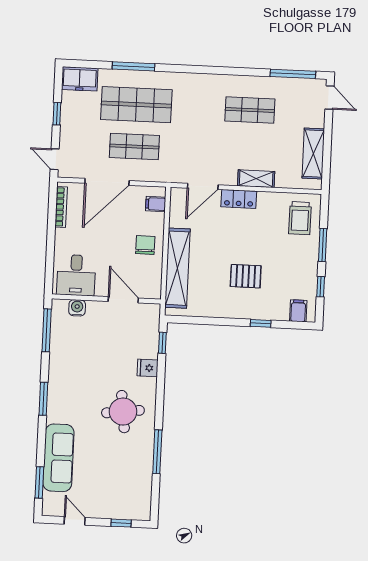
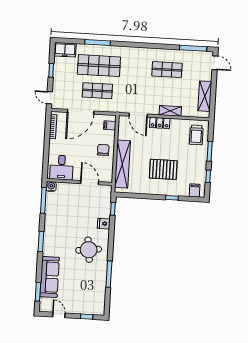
door: (203, 186) -> (138, 115), hinge flipped
pallet: (246, 276) -> (163, 169), width x1.50, depth x1.42
water cooler: (77, 308) -> (51, 186), moved

